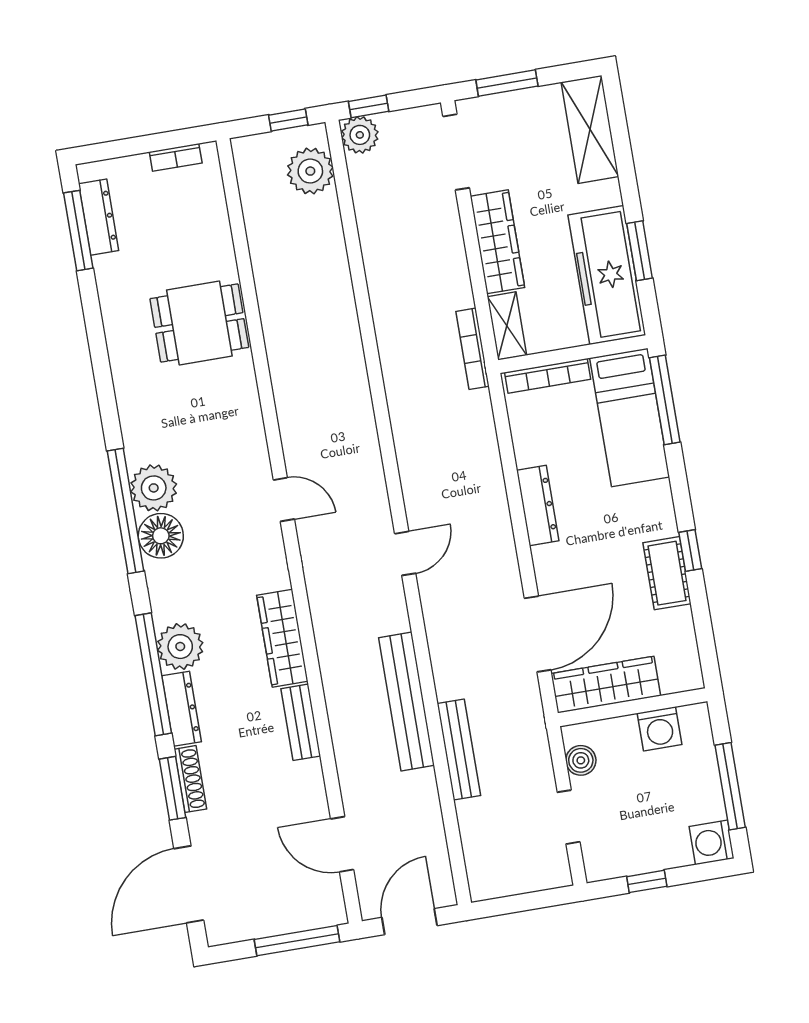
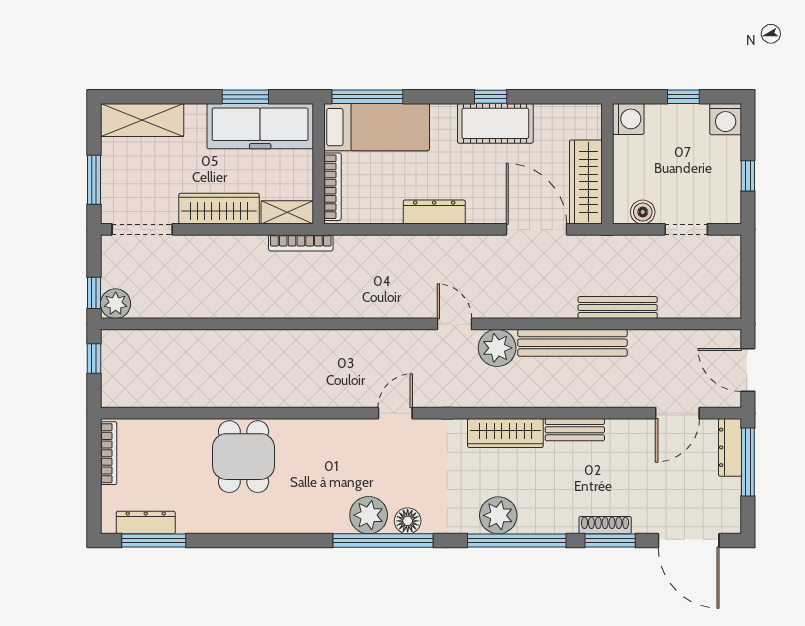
bookcase: (176, 157) -> (109, 453), width x1.56
plant: (310, 171) -> (497, 348), moved
floor lamp: (161, 536) -> (408, 521), width x0.73, depth x0.73
cot: (667, 573) -> (495, 123), width x1.37, depth x1.34
dresser: (182, 709) -> (730, 447), moved, turned -90
washing machine: (660, 729) -> (628, 119), moved
window: (730, 786) -> (683, 97), width x0.46

